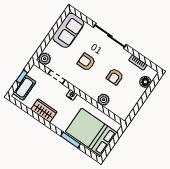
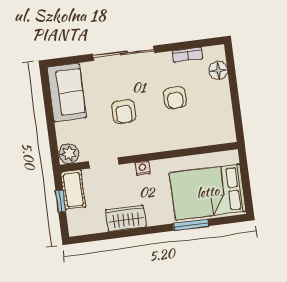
armchair: (86, 62) -> (124, 111), turned -90
cot: (24, 88) -> (73, 190), moved
plant: (103, 100) -> (187, 139), removed

